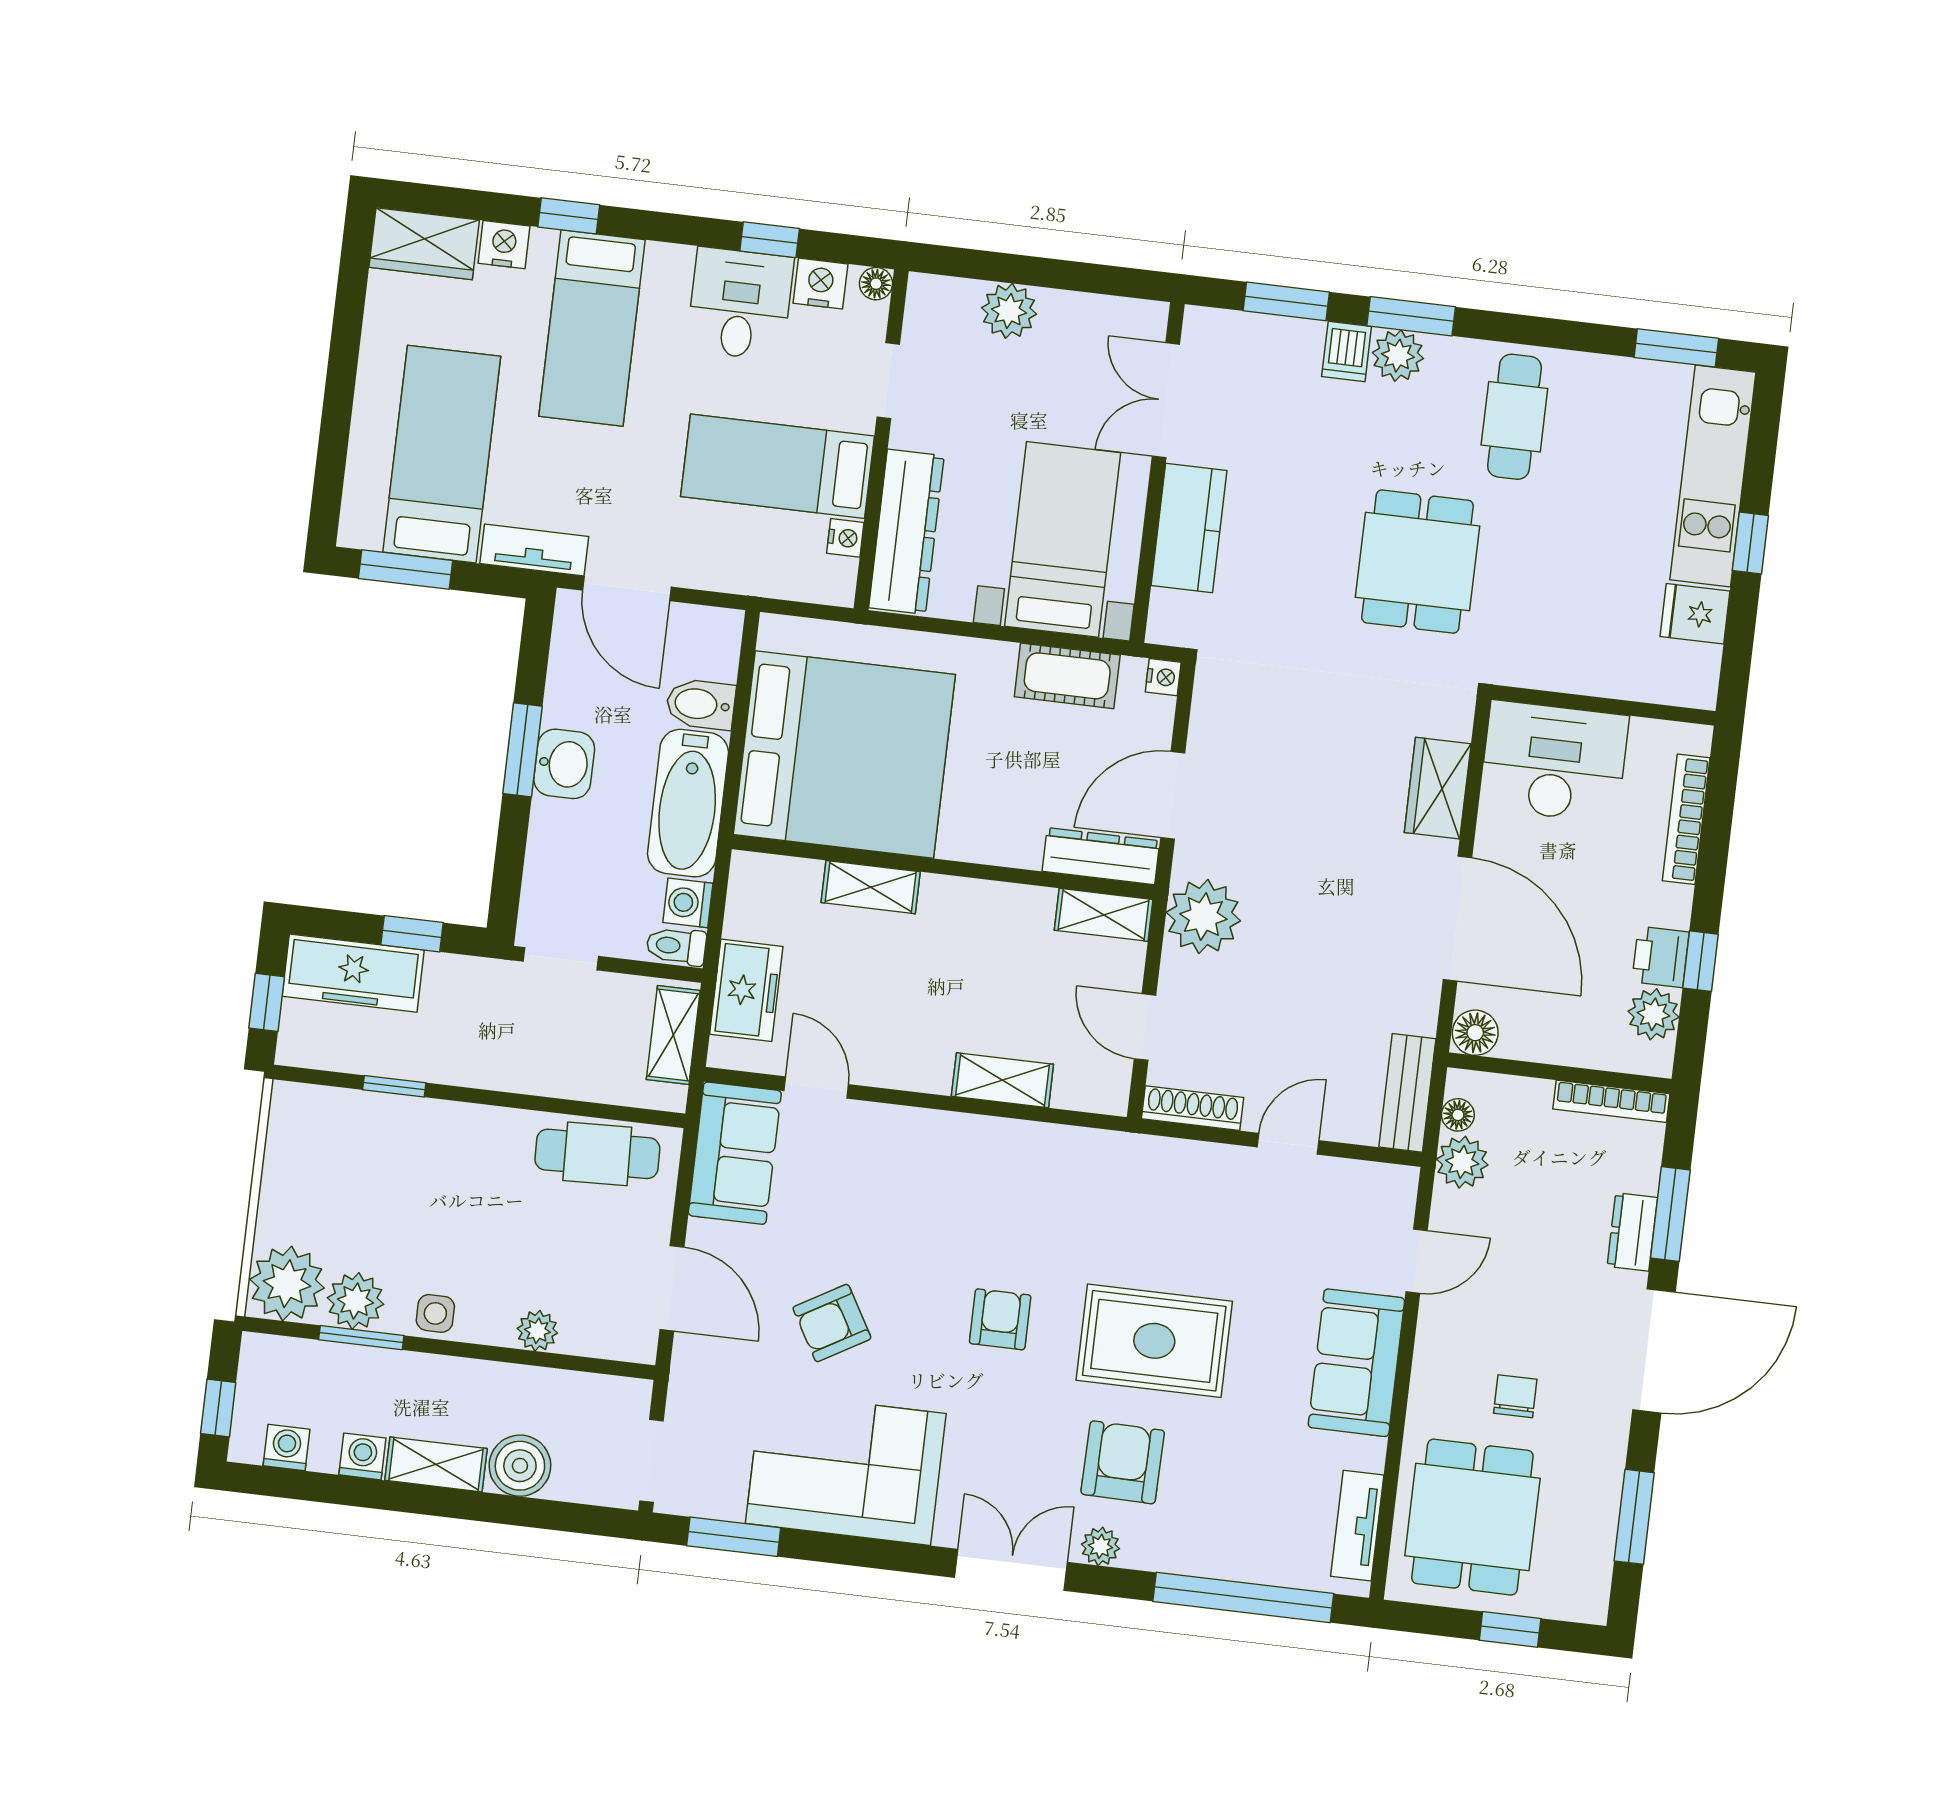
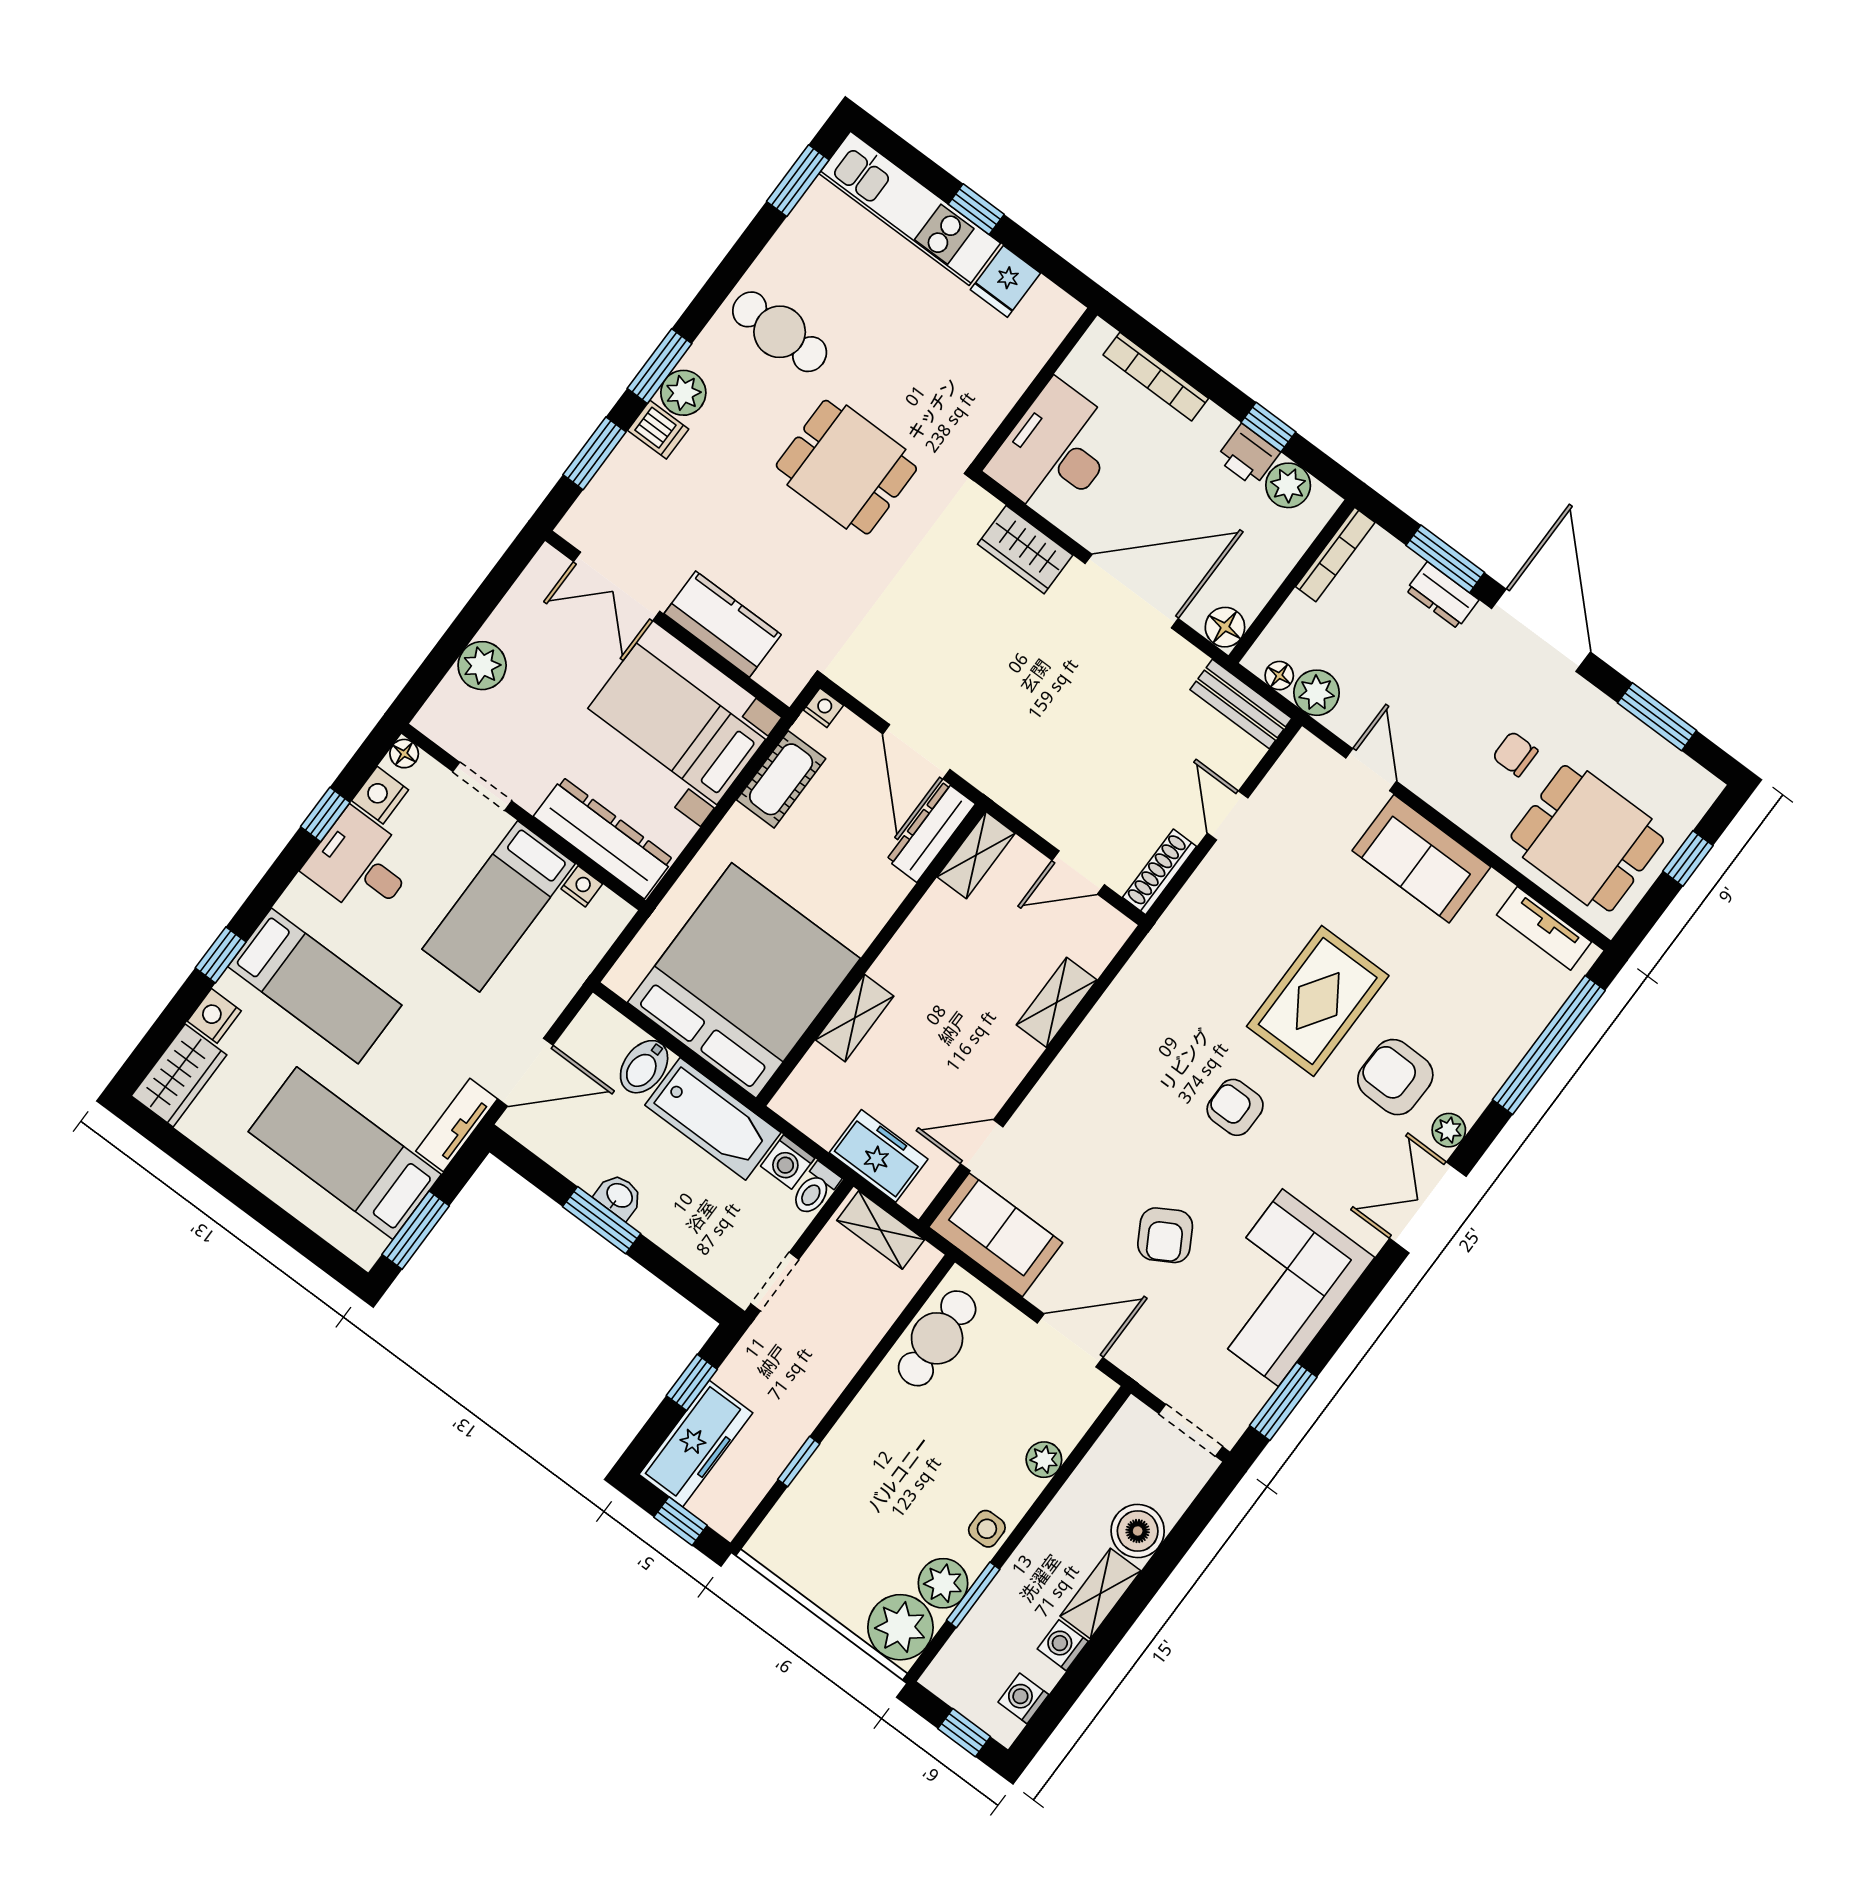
washbasin: (564, 764) -> (619, 1196), width x0.72, depth x0.69
plant: (1203, 917) -> (1020, 781), removed

